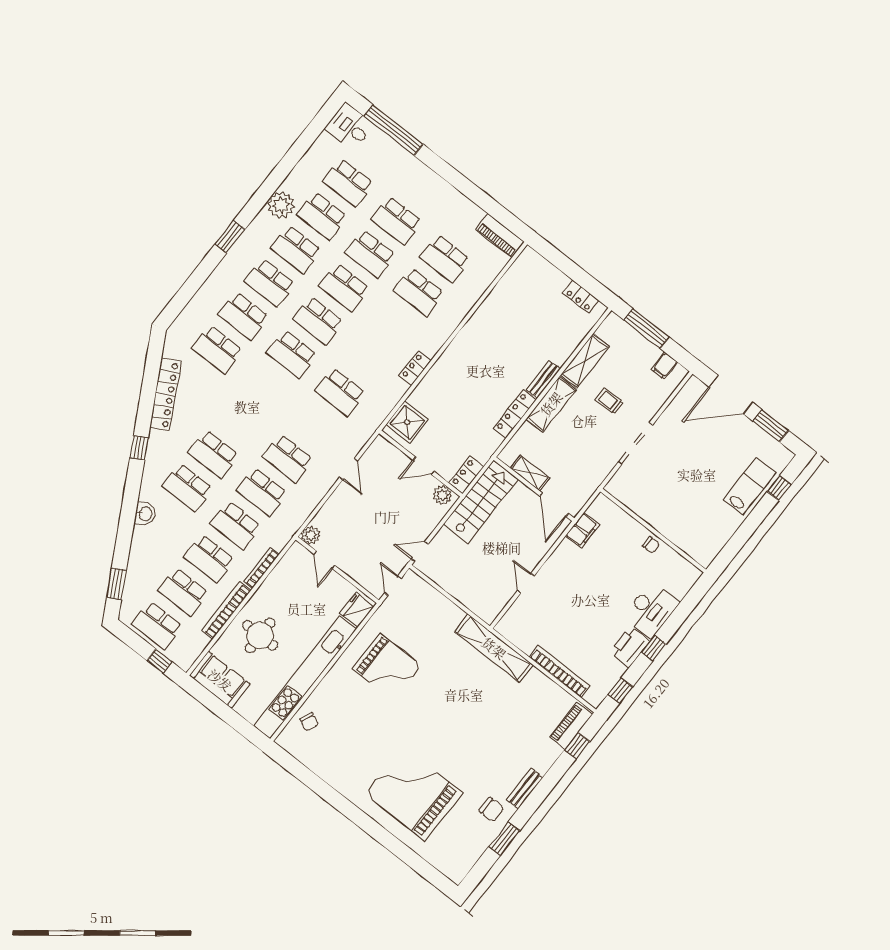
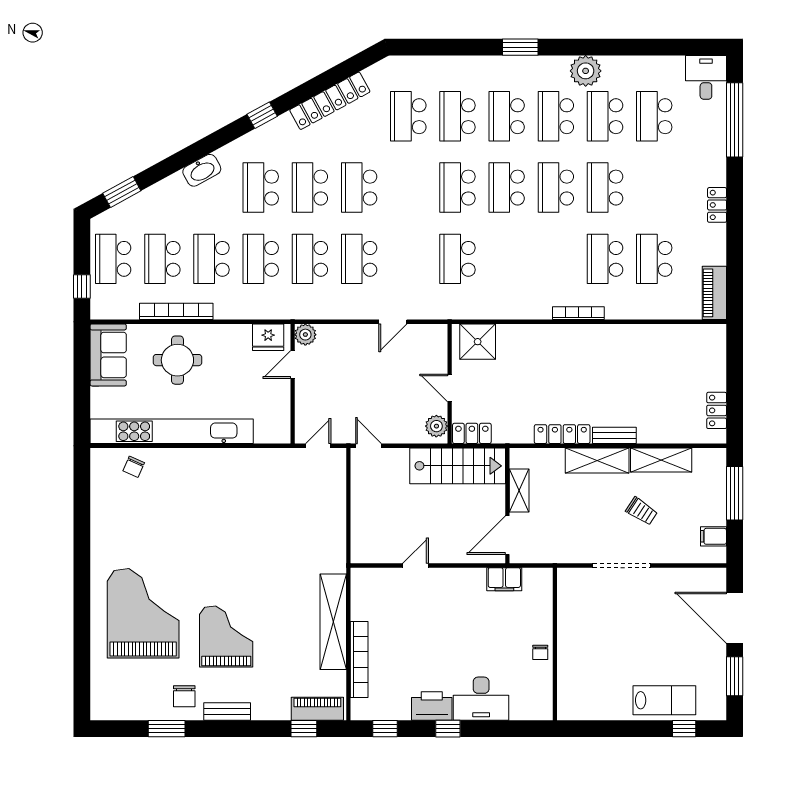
school desk: (397, 221) -> (359, 188), moved
locker: (415, 368) -> (717, 205), moved, turned -90
trolley: (609, 401) -> (642, 511), turned 123
washbasin: (145, 514) -> (202, 170), width x1.38
bookcase: (262, 568) -> (578, 313), moved
fridge: (357, 610) -> (268, 337), moved, turned 180
shelving: (494, 648) -> (333, 622), moved
grand piano: (387, 667) -> (226, 636), moved, turned 180

